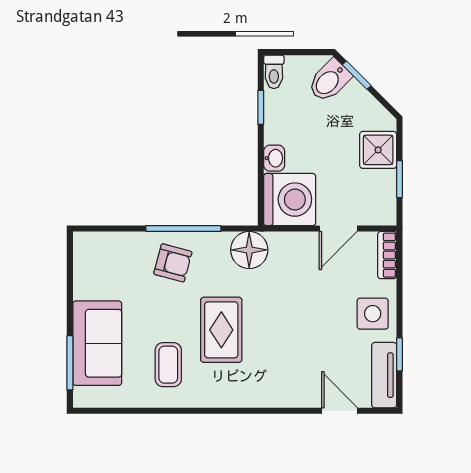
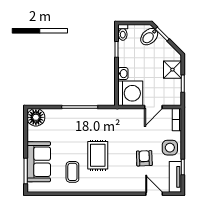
floor lamp: (249, 250) -> (36, 117), moved
armchair: (173, 263) -> (144, 158), moved, turned -107

